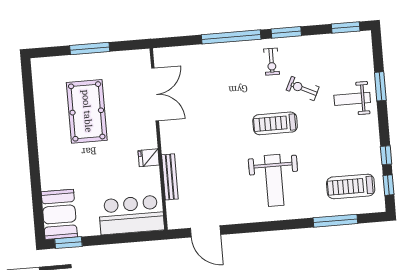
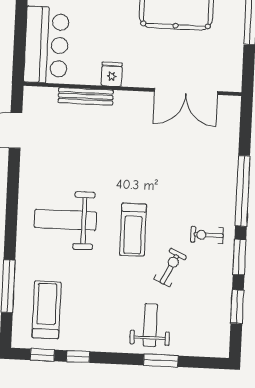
window: (346, 28) -> (237, 307), moved
treadmill: (275, 123) -> (133, 230), turned 180

